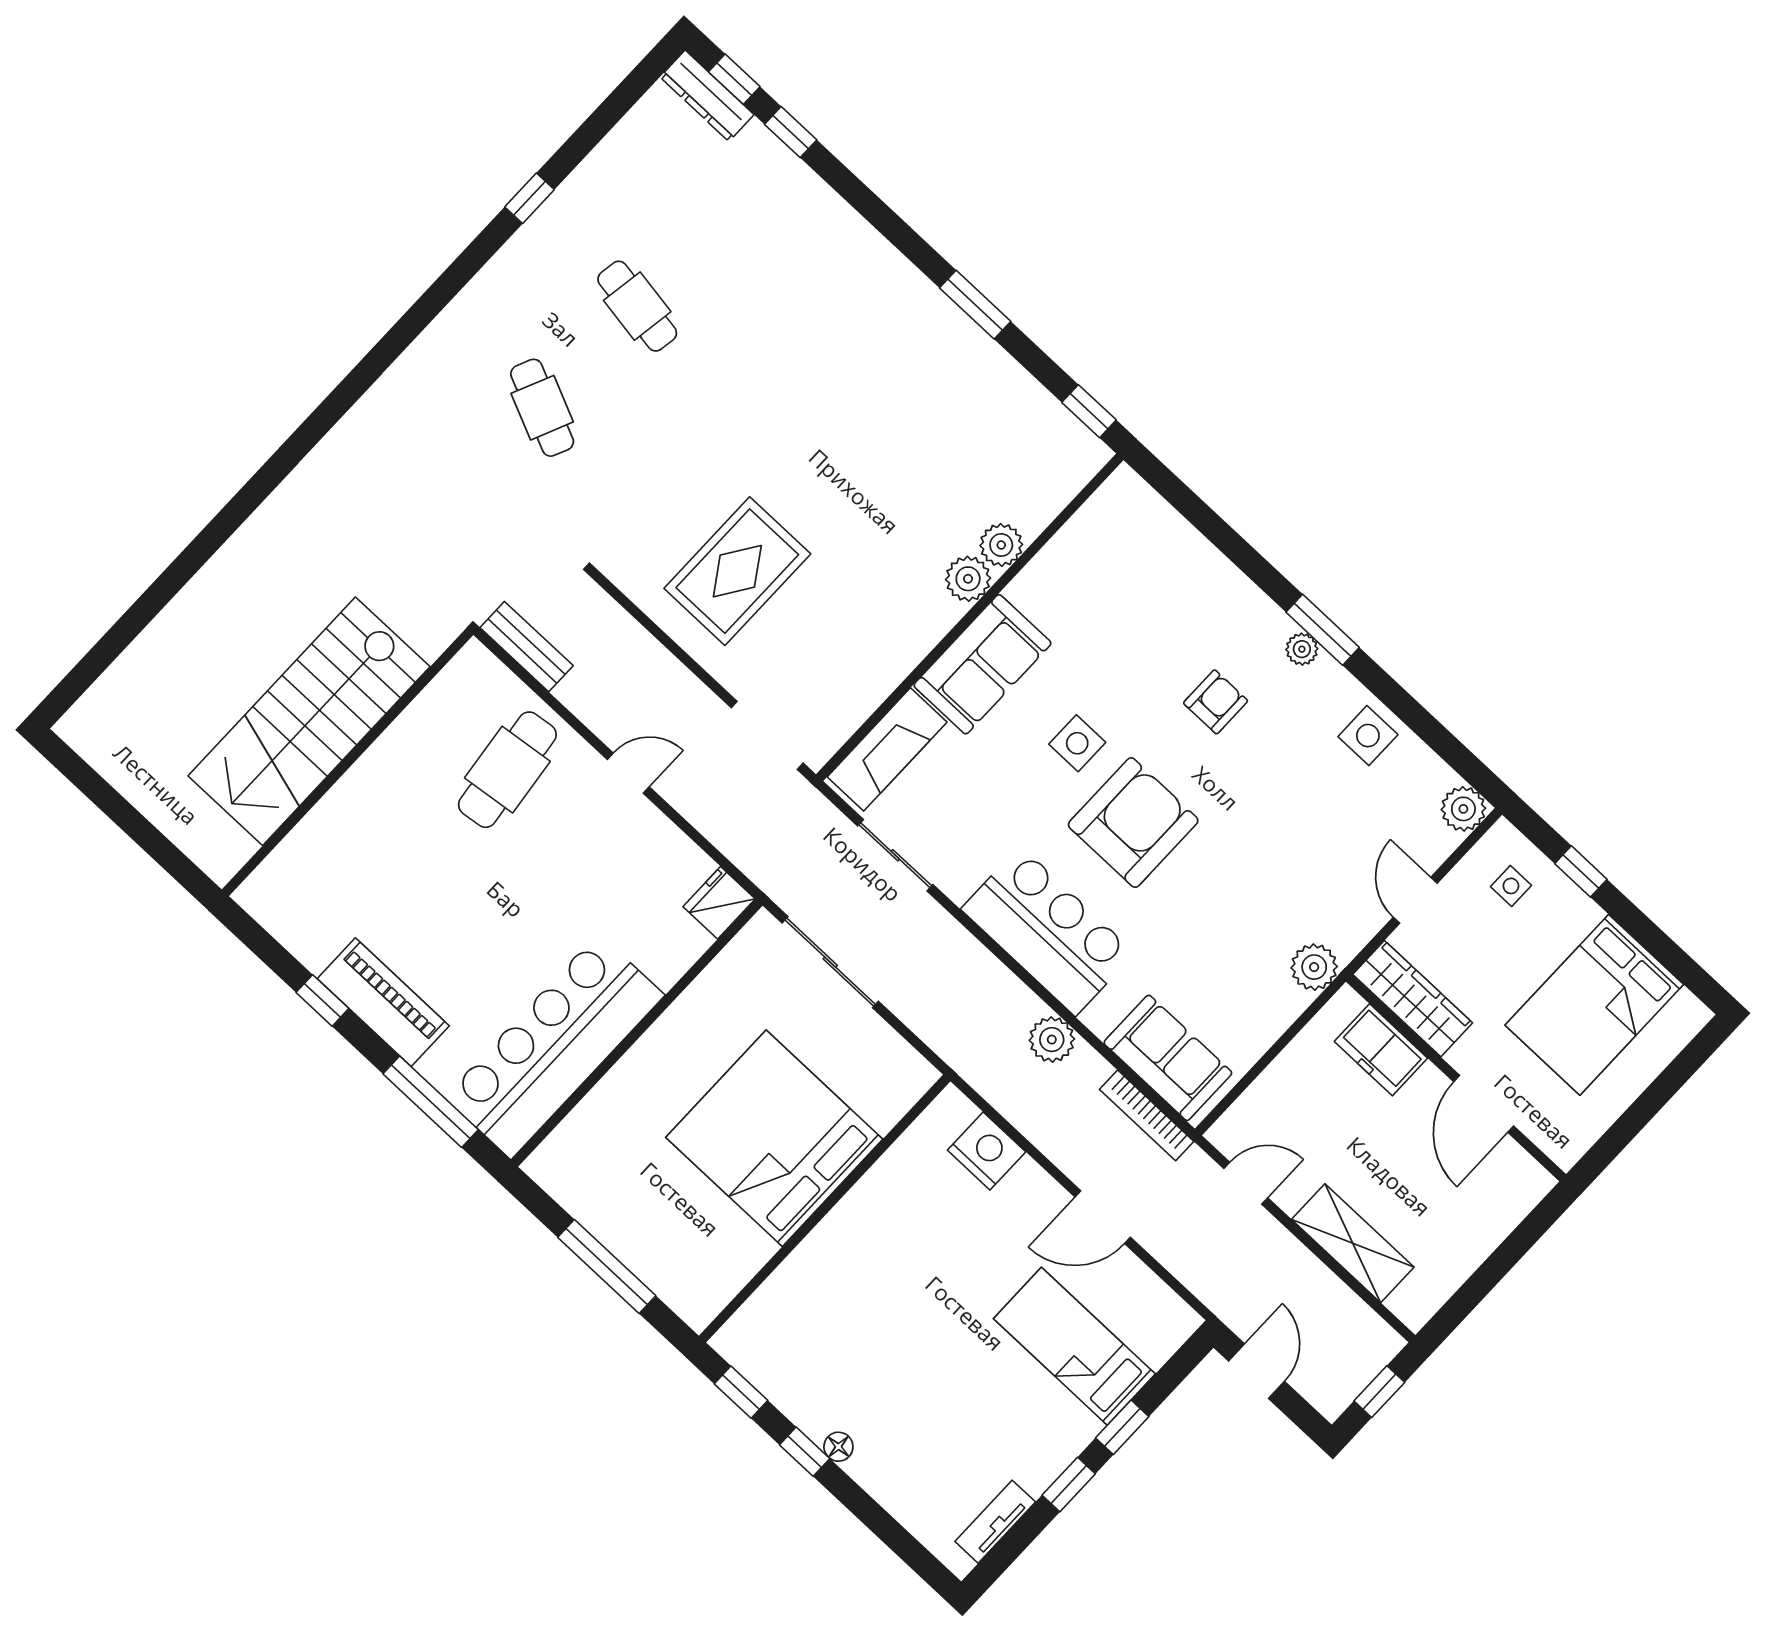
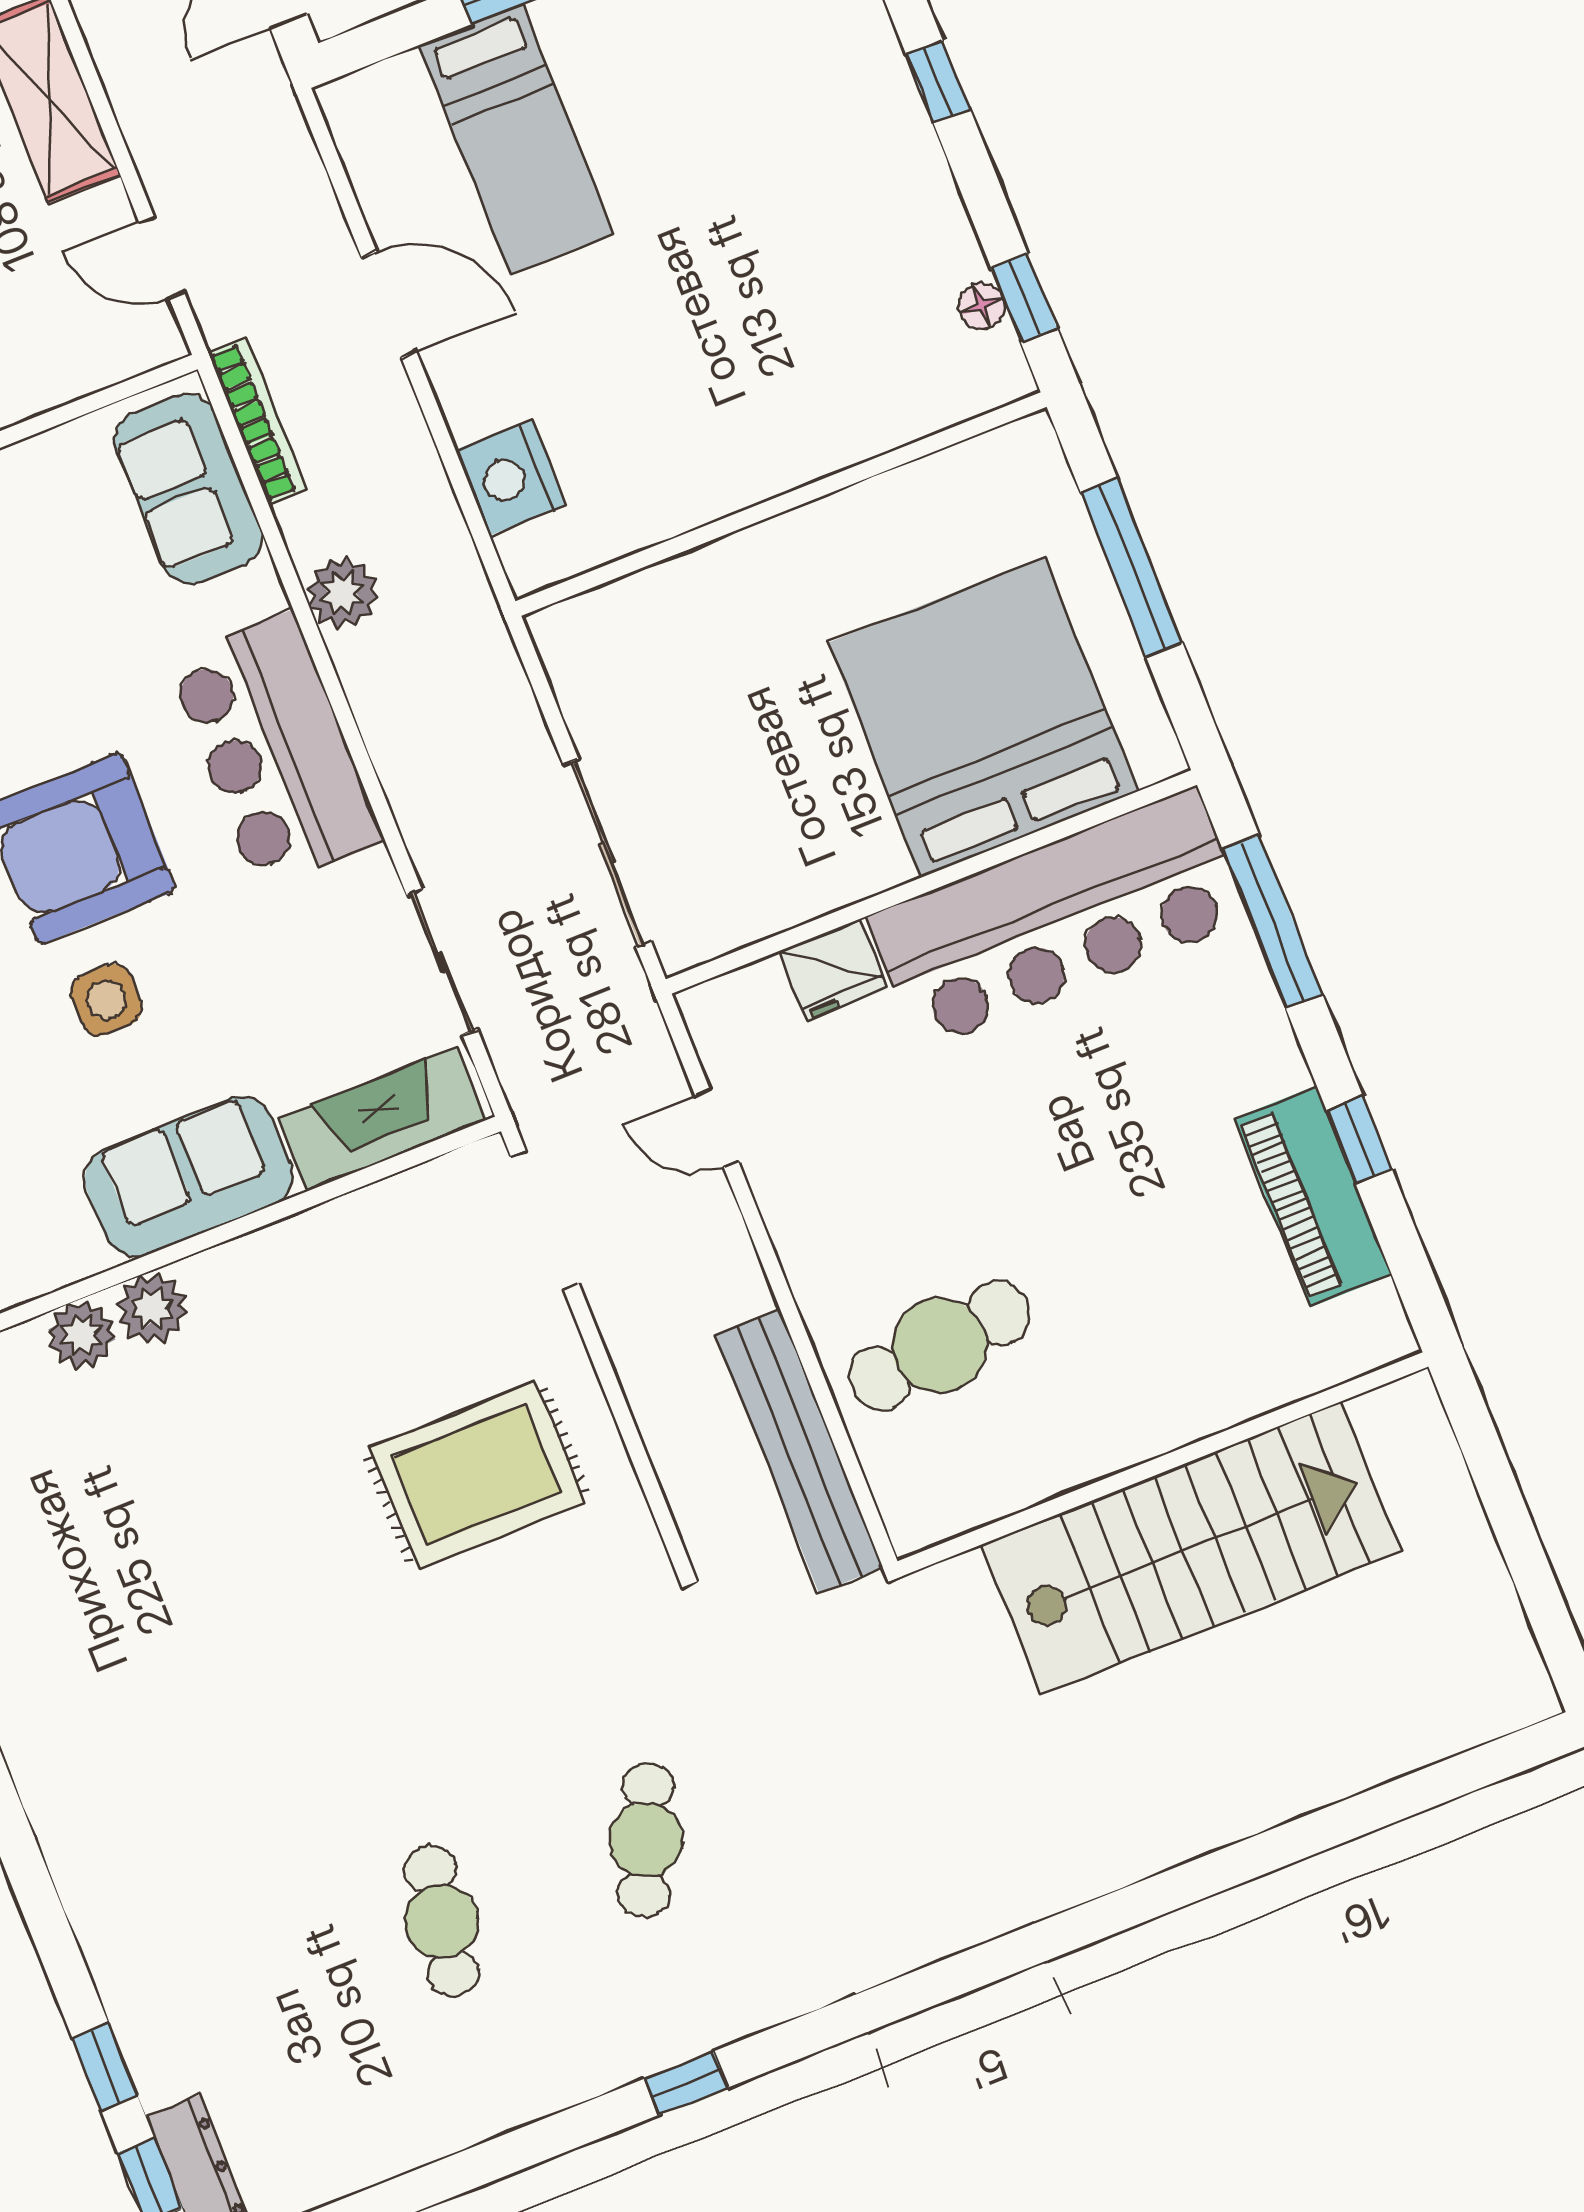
window: (529, 198) -> (686, 2083), moved
bench: (527, 647) -> (800, 1451), width x1.86, depth x1.21
door: (628, 773) -> (717, 1128), moved
fridge: (719, 903) -> (834, 970), moved
piano: (383, 1002) -> (1313, 1196), moved
bed: (774, 1138) -> (983, 717), moved, turned 180
floor lamp: (838, 1447) -> (982, 306), moved
window: (805, 1452) -> (938, 82), moved

